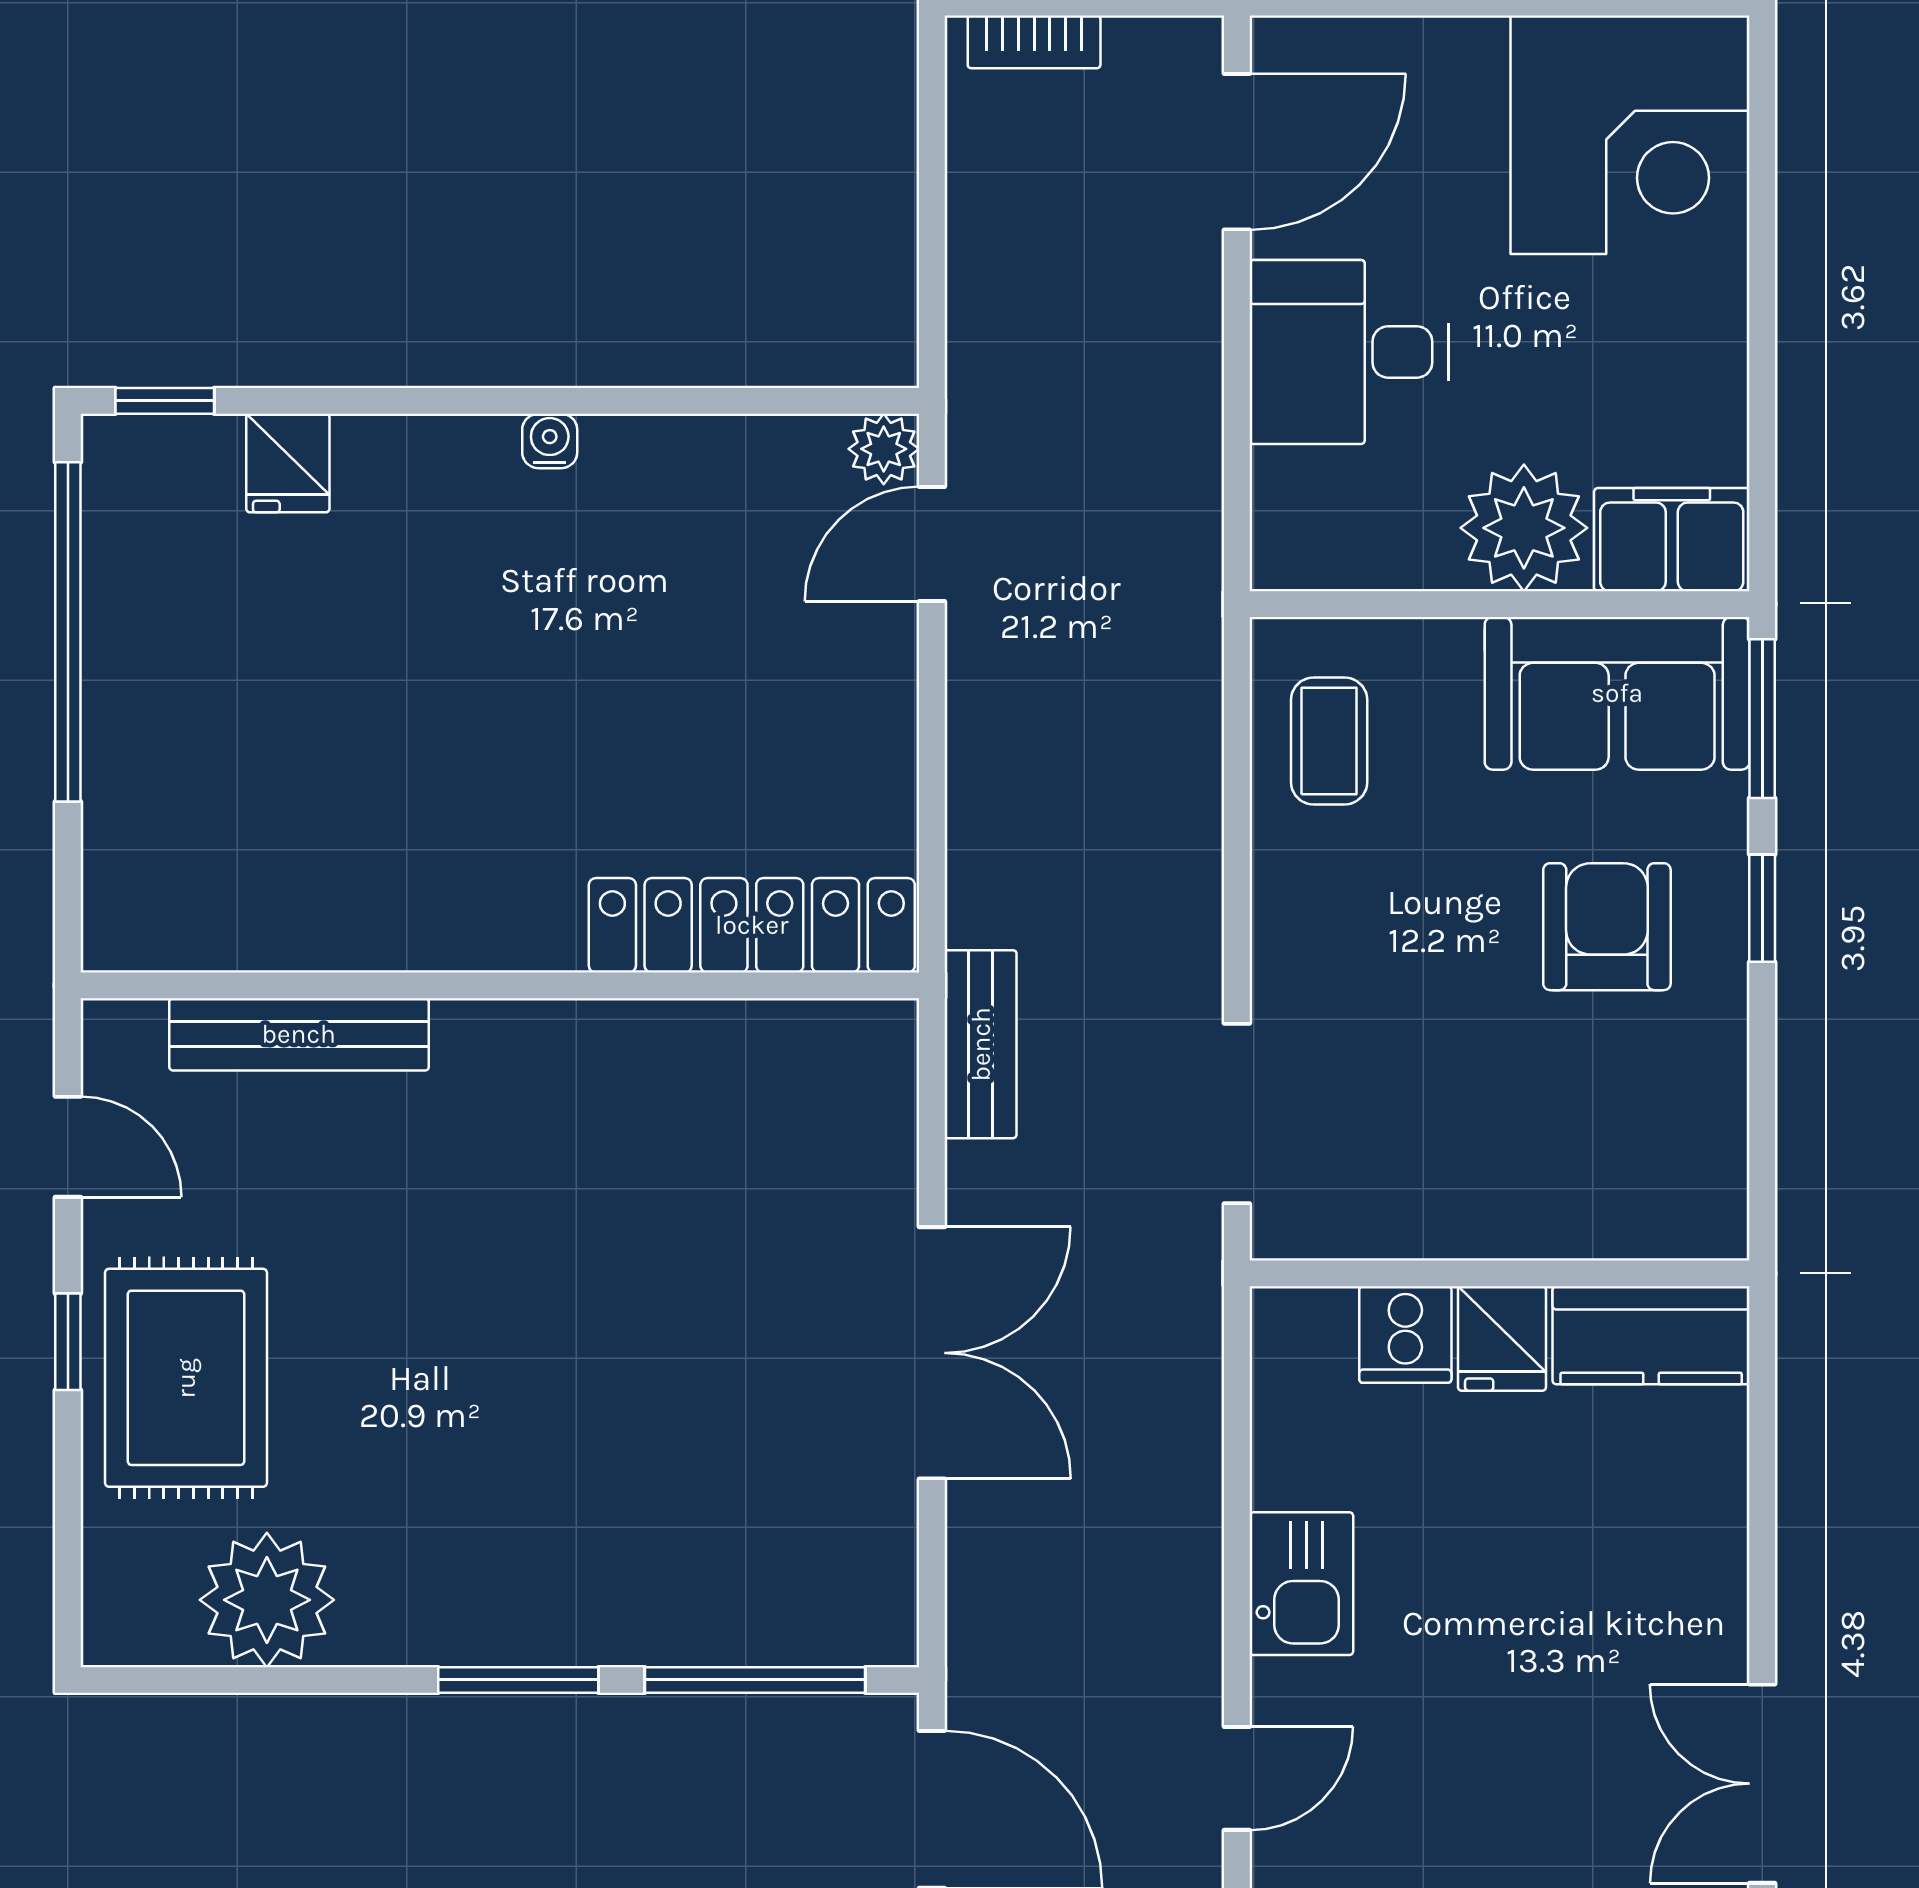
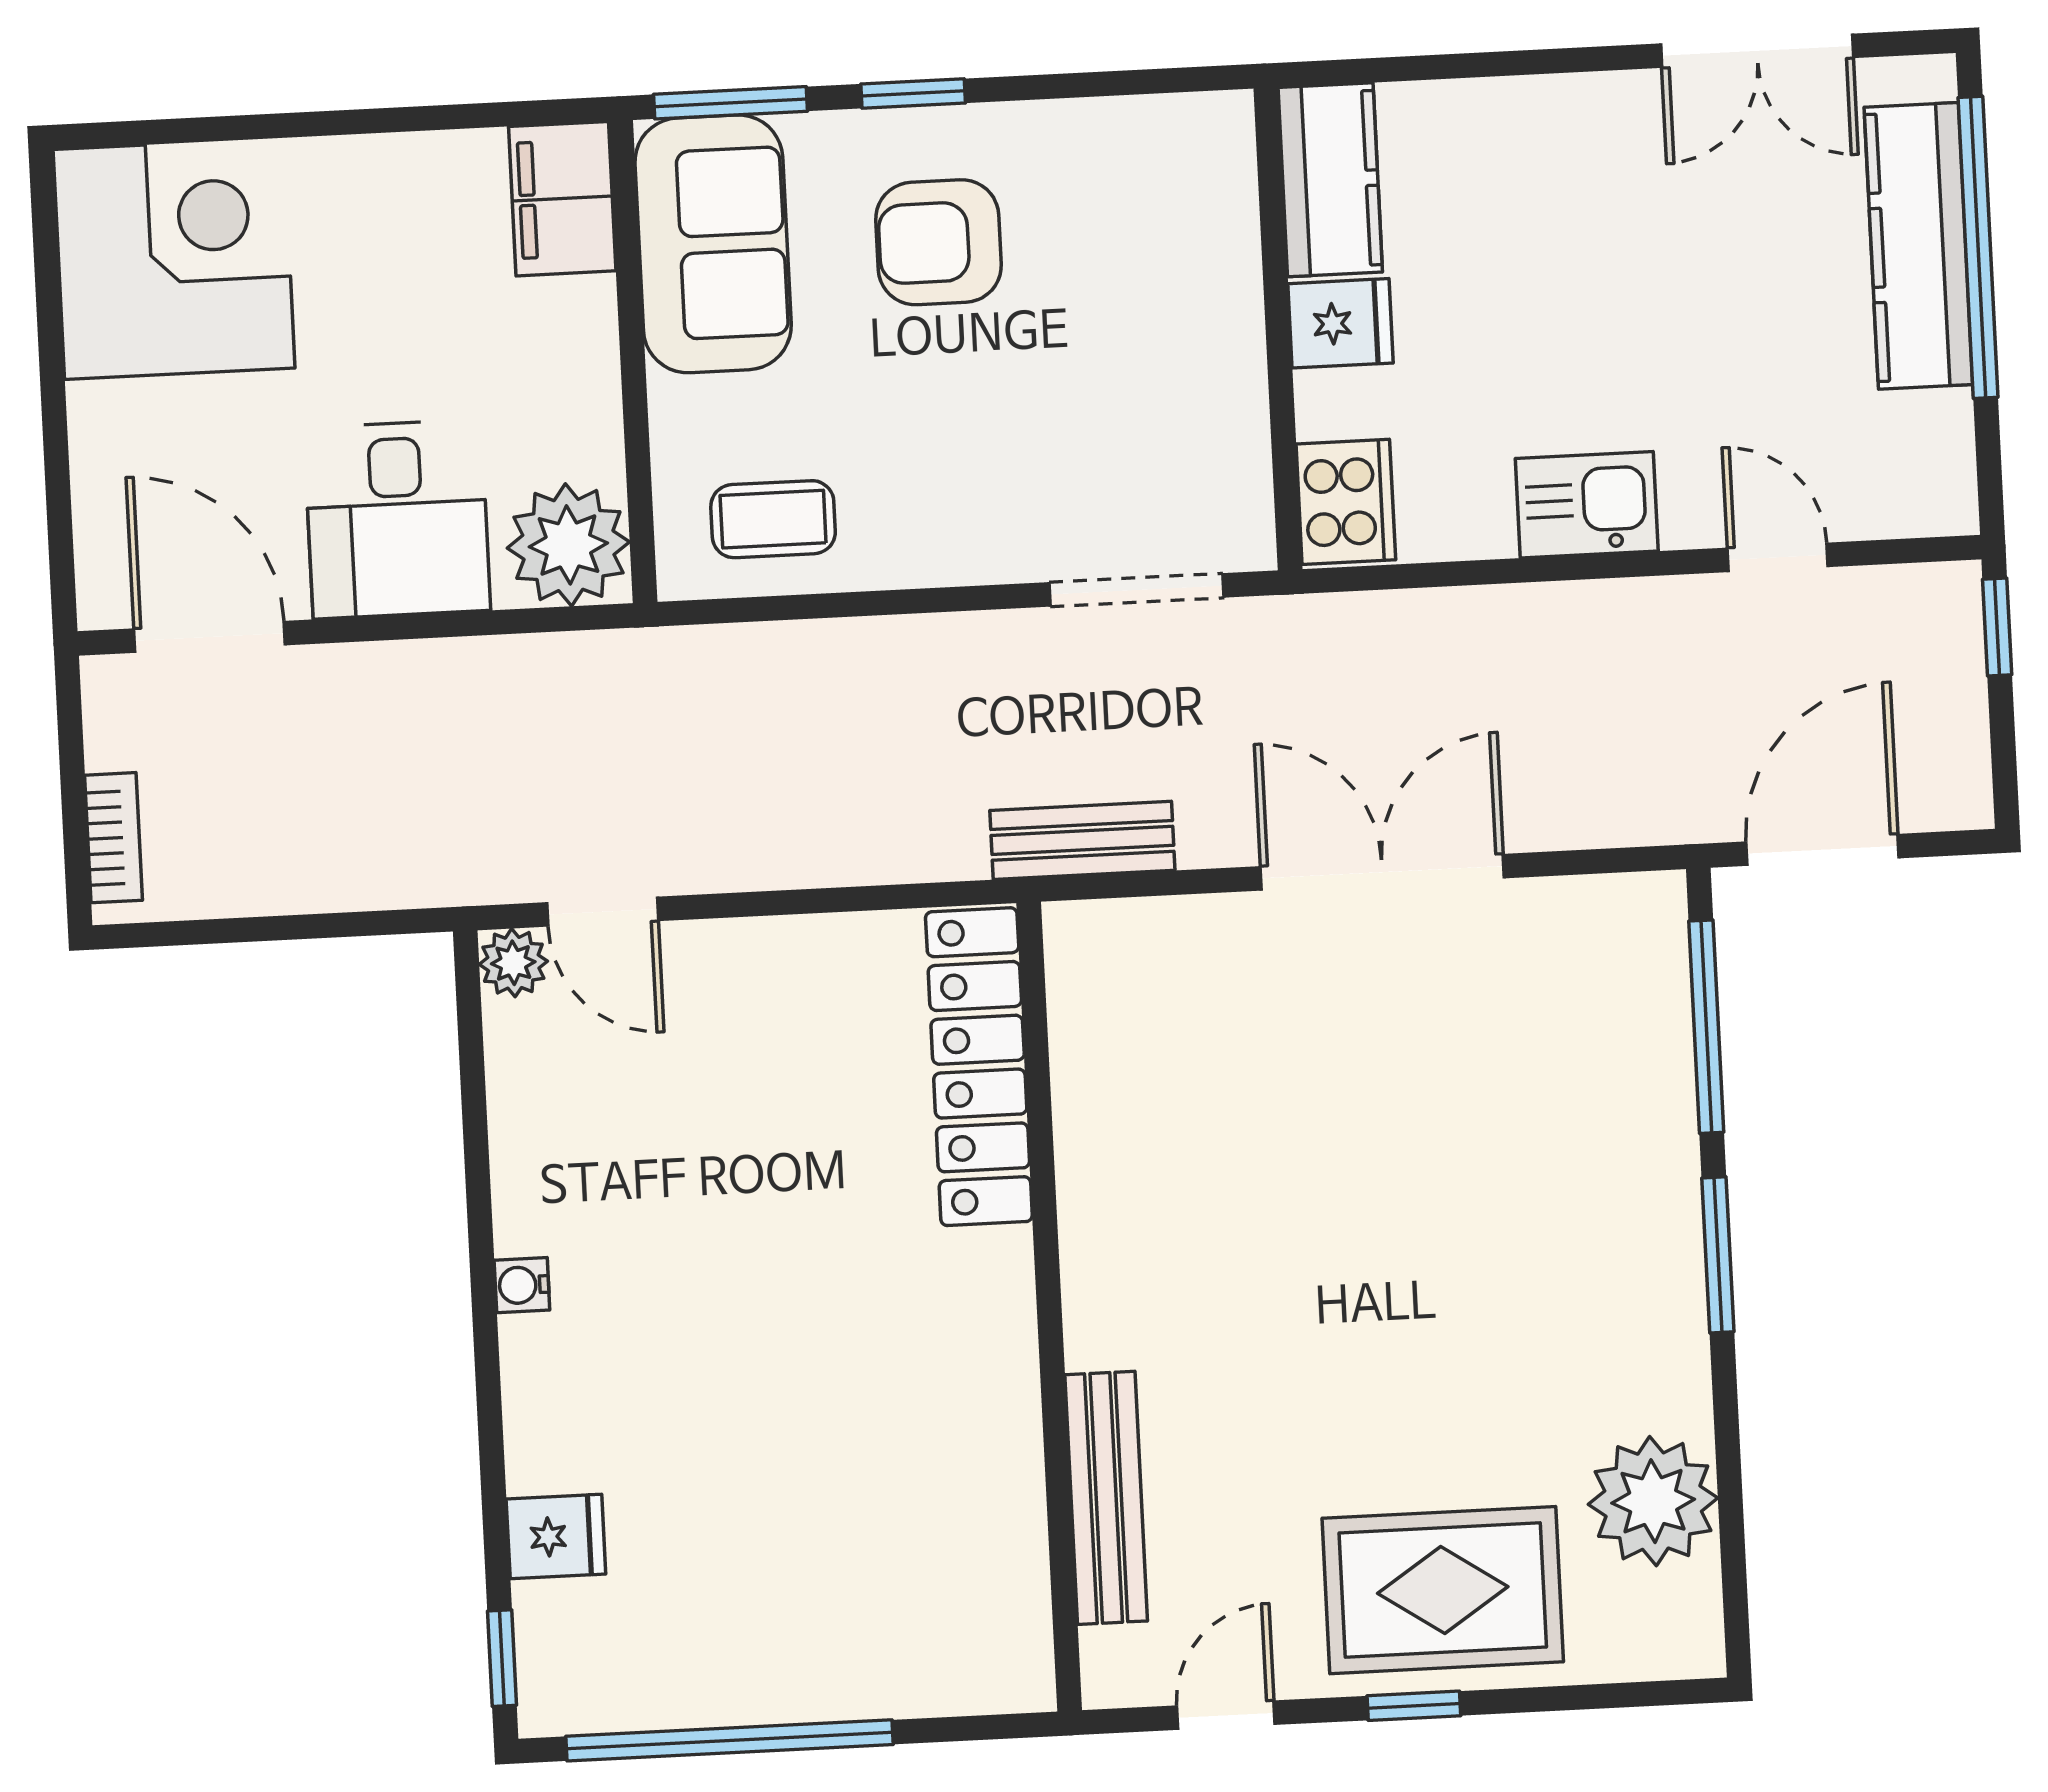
plant: (1524, 528) -> (568, 545), moved
cooker: (1405, 1335) -> (1346, 502), moved, width x1.36

